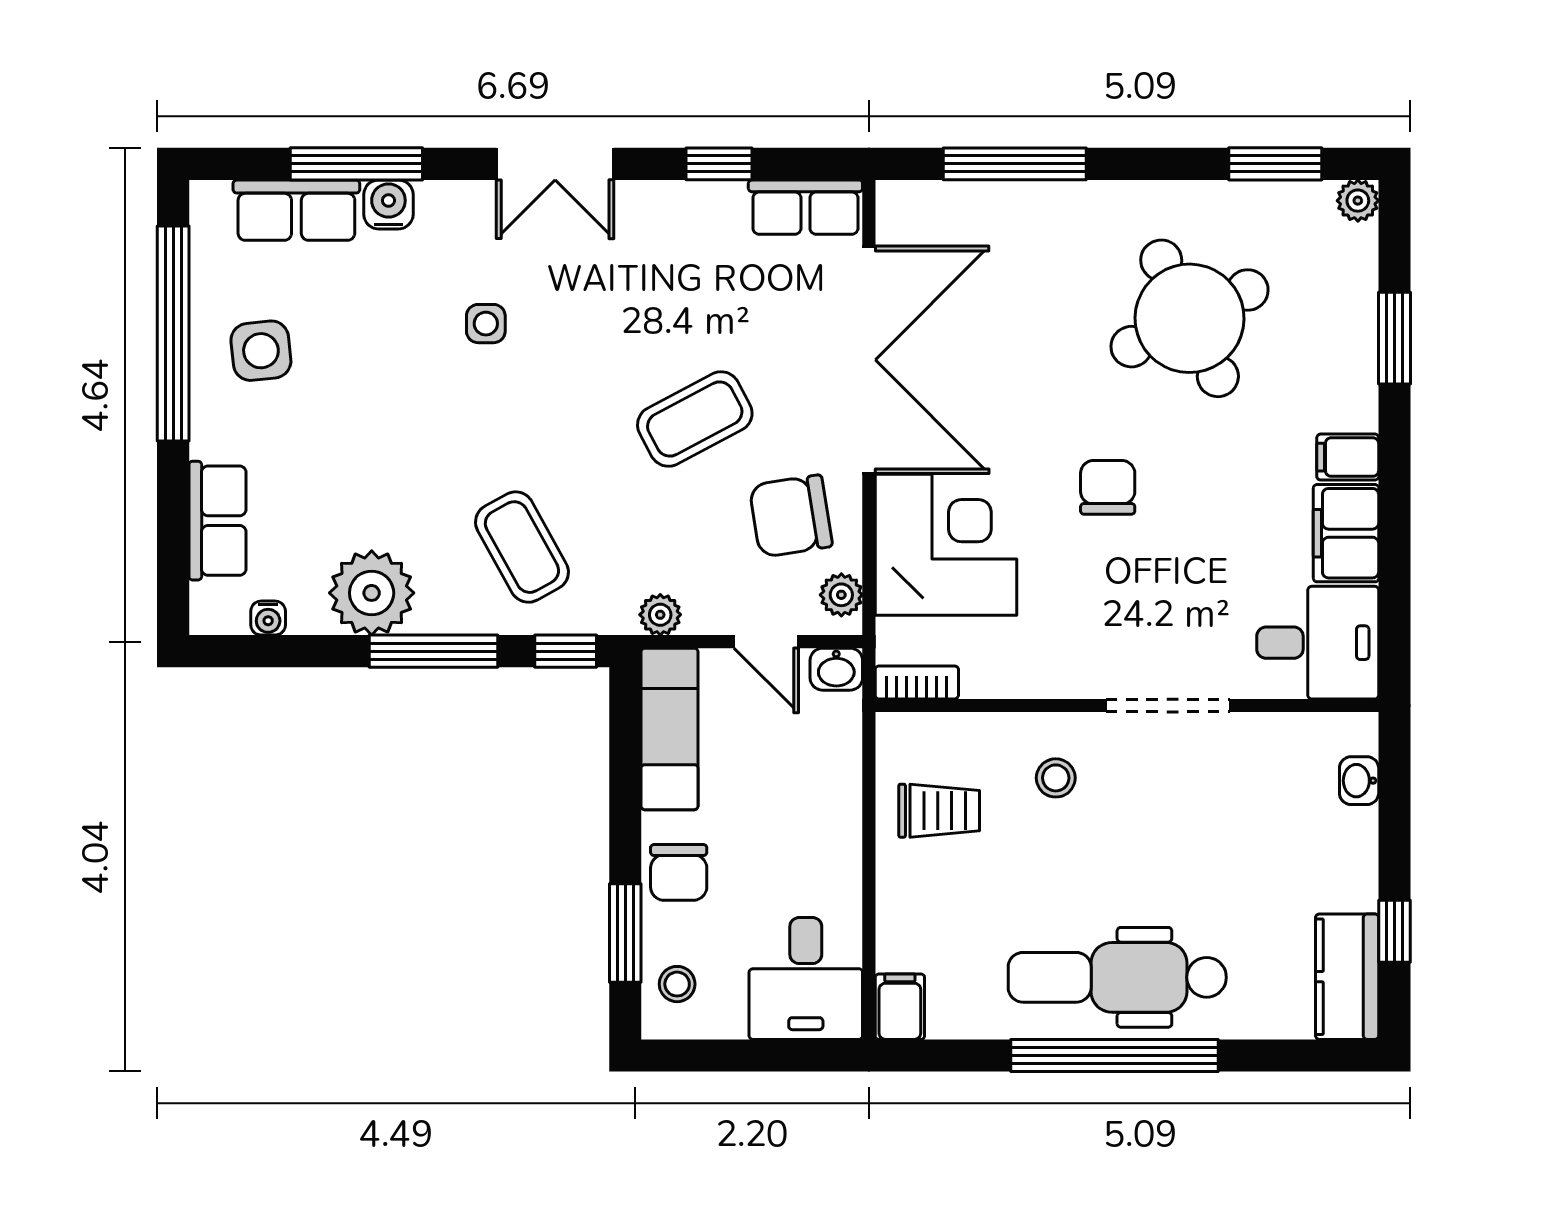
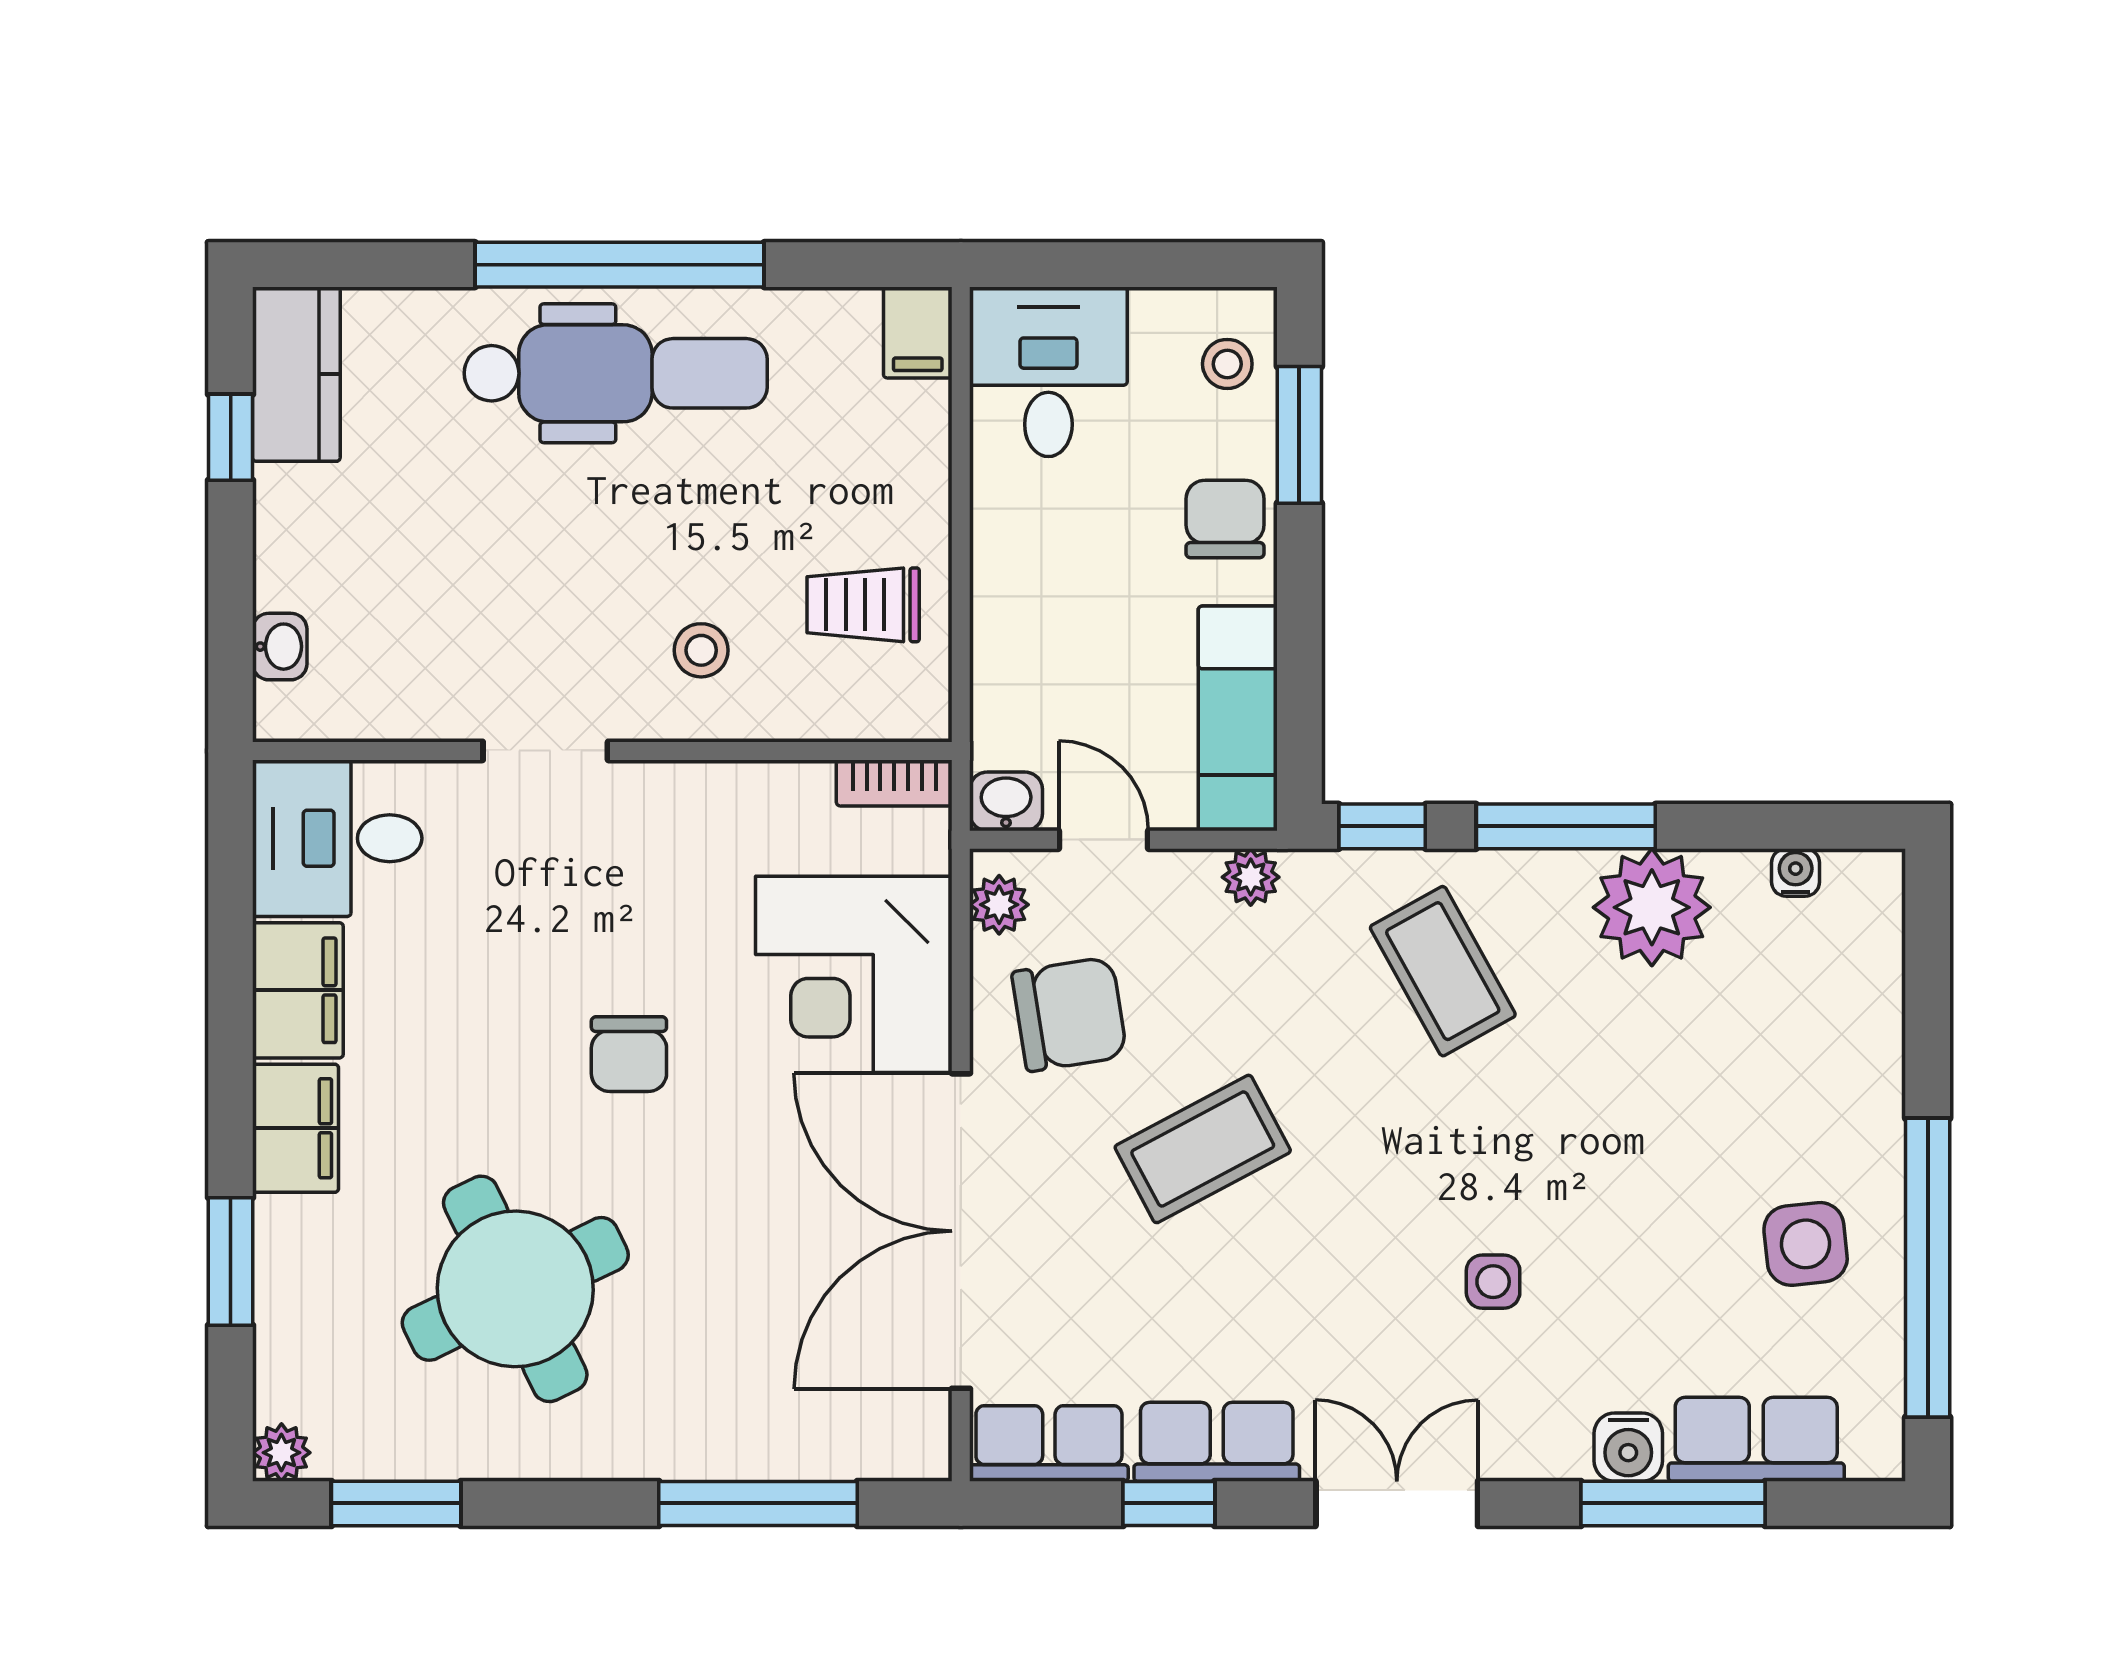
filing cabinet: (1348, 457) -> (295, 1128), width x2.00
row of seats: (217, 521) -> (1217, 1442), moved, turned 90
doorway: (1168, 705) -> (545, 751), width x0.73

